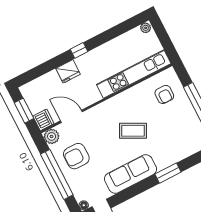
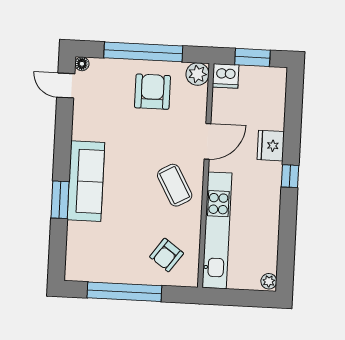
armchair: (164, 94) -> (167, 255), turned -54
door: (71, 116) -> (207, 141), moved
coffee table: (133, 131) -> (175, 185), moved, turned -56
sofa: (131, 174) -> (86, 181), moved

